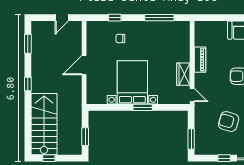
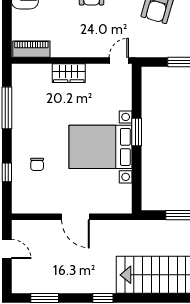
piano: (200, 60) -> (31, 49), moved
wardrobe: (183, 74) -> (69, 73), moved

